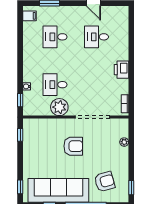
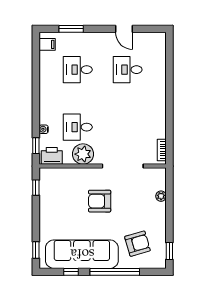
printer: (121, 70) -> (52, 156), moved, turned 90
armchair: (73, 146) -> (100, 201), turned 180

